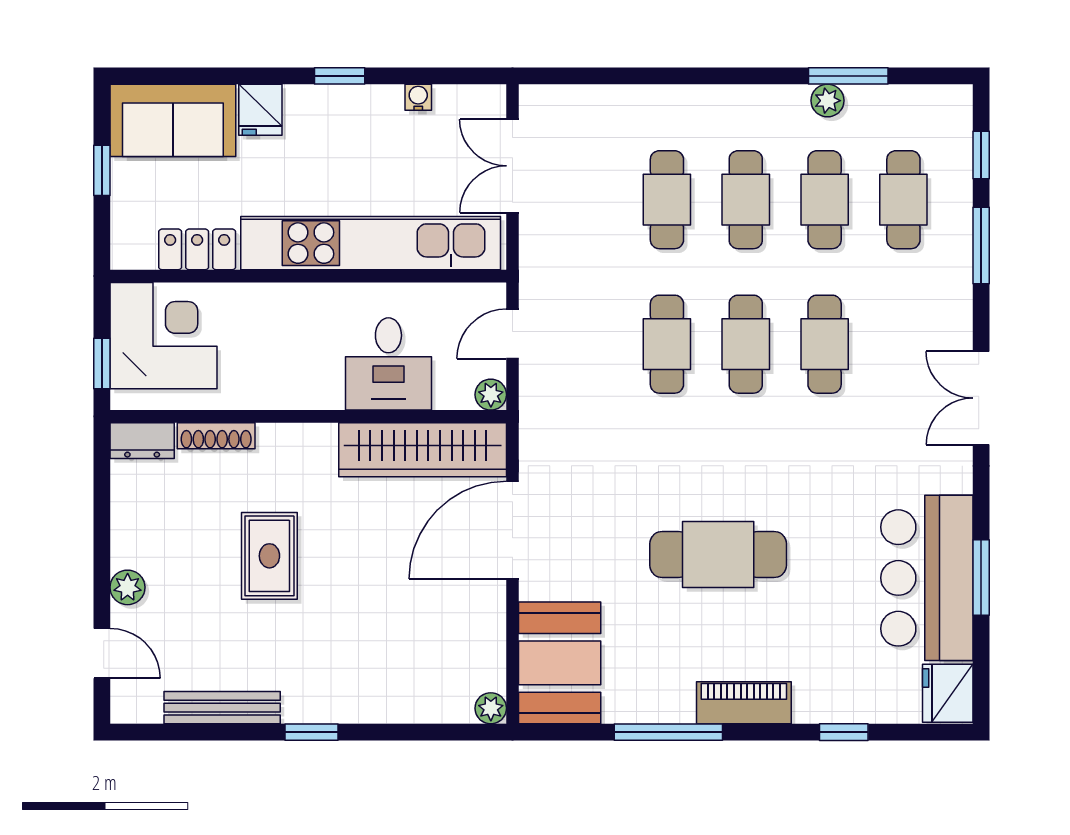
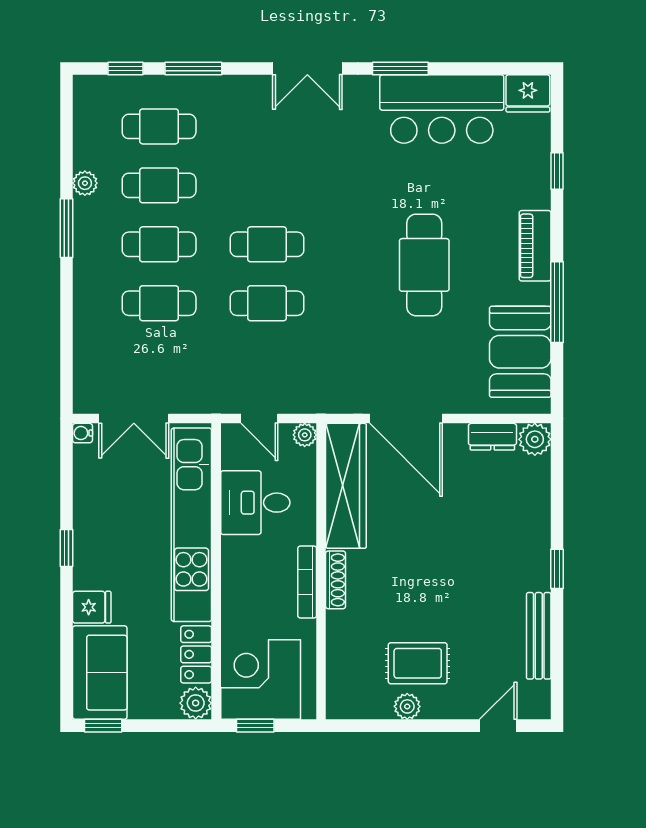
window: (848, 76) -> (66, 228), moved
water cooler: (418, 97) -> (82, 433), moved
window: (102, 170) -> (103, 726), moved
plant: (132, 249) -> (196, 703), added
cafe table: (825, 344) -> (267, 185), removed
window: (102, 364) -> (255, 726), moved
desk: (388, 364) -> (255, 503), moved, turned 180
bookcase: (294, 398) -> (307, 582), added
shoe rack: (216, 436) -> (336, 580), moved
dresser: (142, 441) -> (492, 437), moved, turned 90
rug: (269, 556) -> (418, 663), moved
window: (981, 578) -> (400, 68), moved
plant: (128, 587) -> (407, 706), moved
booth: (560, 663) -> (520, 352), moved, turned 90
plant: (491, 708) -> (535, 439), width x1.38, depth x1.38

